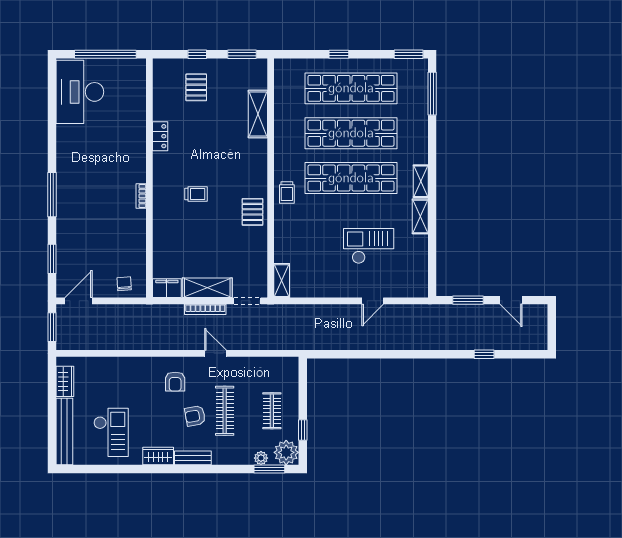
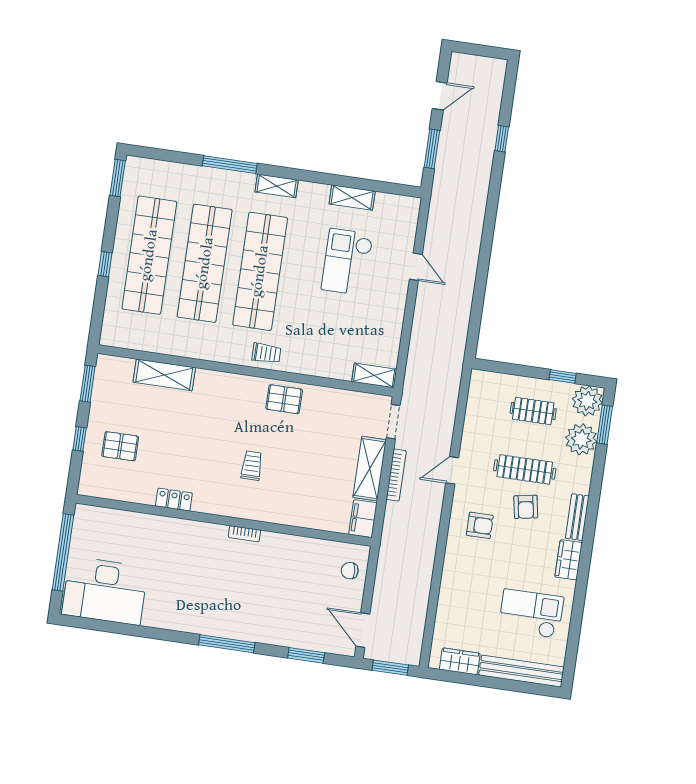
window: (432, 94) -> (230, 165), moved
shelving: (420, 216) -> (352, 198), moved
plant: (261, 458) -> (581, 439), width x1.88, depth x1.88

